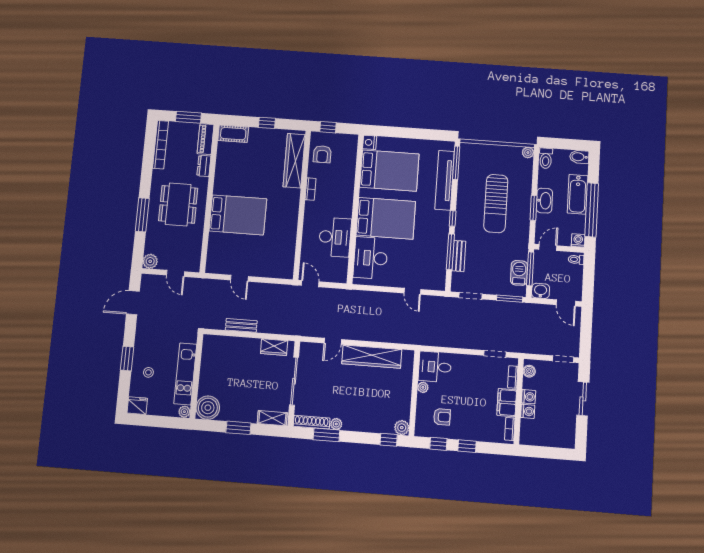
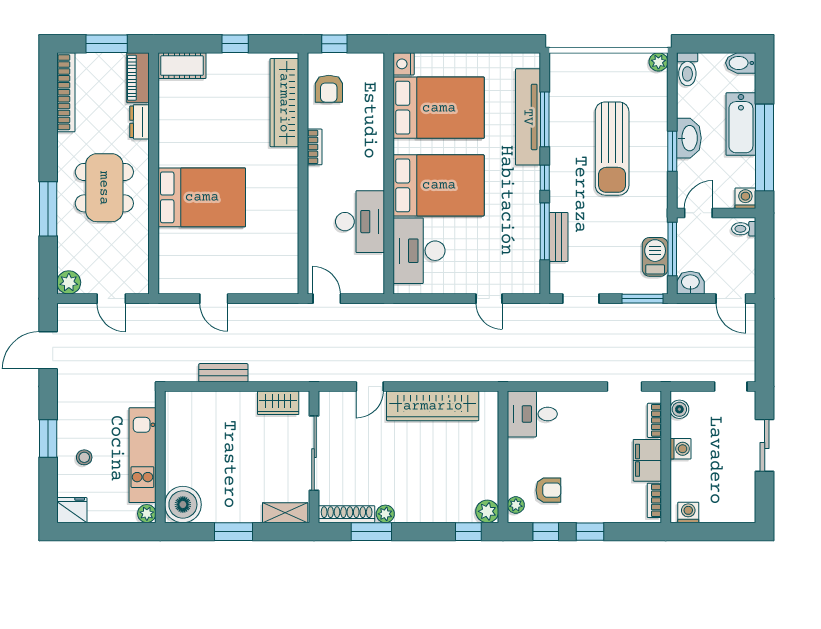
window: (456, 163) -> (545, 119), moved
plant: (423, 387) -> (516, 505), moved
washing machine: (528, 411) -> (688, 512), moved, turned -90

